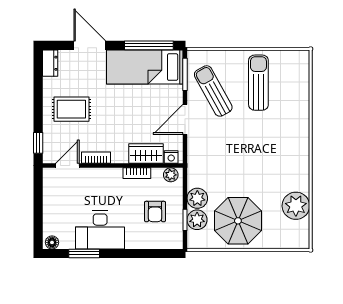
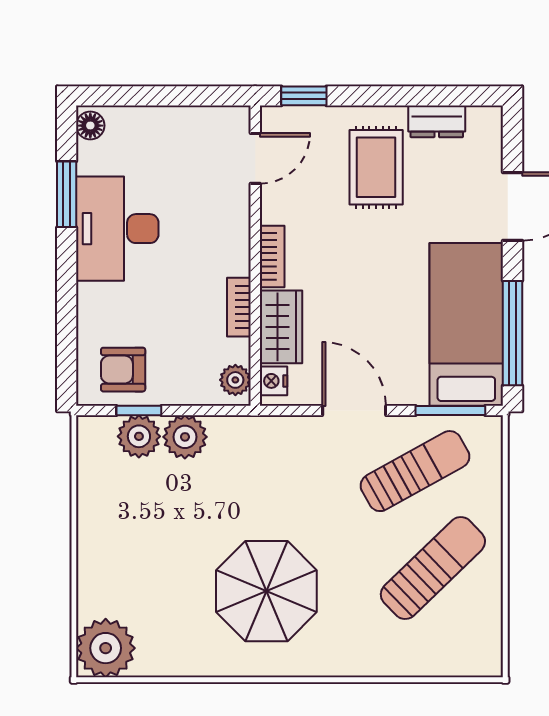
dresser: (50, 63) -> (437, 121), moved
sun lounger: (258, 83) -> (433, 568), turned -44
bookcase: (96, 158) -> (272, 256), moved
door: (67, 166) -> (255, 158), hinge flipped
plant: (296, 206) -> (106, 648), moved
armchair: (155, 212) -> (123, 370), moved
parasol: (238, 221) -> (266, 591), moved

